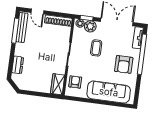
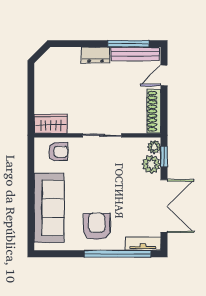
coffee table: (96, 48) -> (118, 178), removed
armchair: (124, 64) -> (97, 226), turned 90
dresser: (18, 65) -> (95, 55), moved

